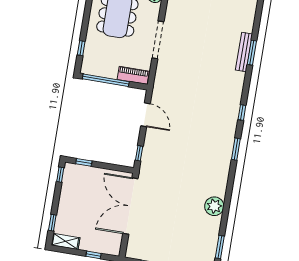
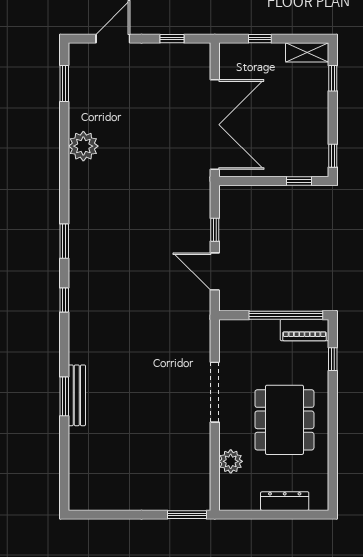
piano: (133, 75) -> (305, 330), moved
window: (139, 153) -> (215, 230), moved

